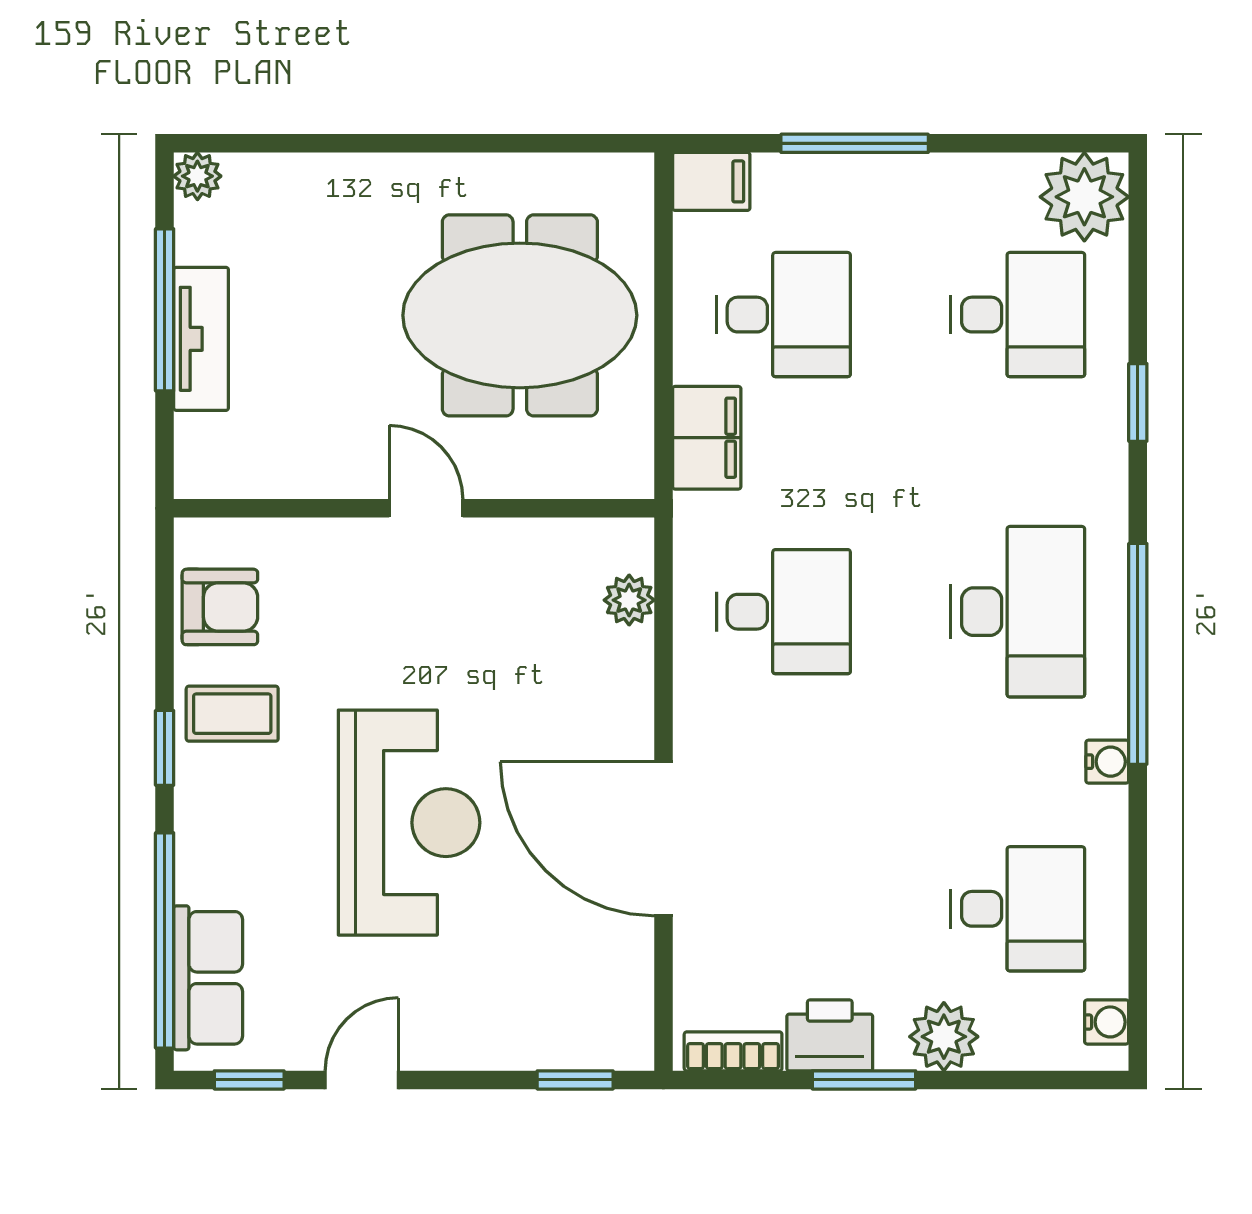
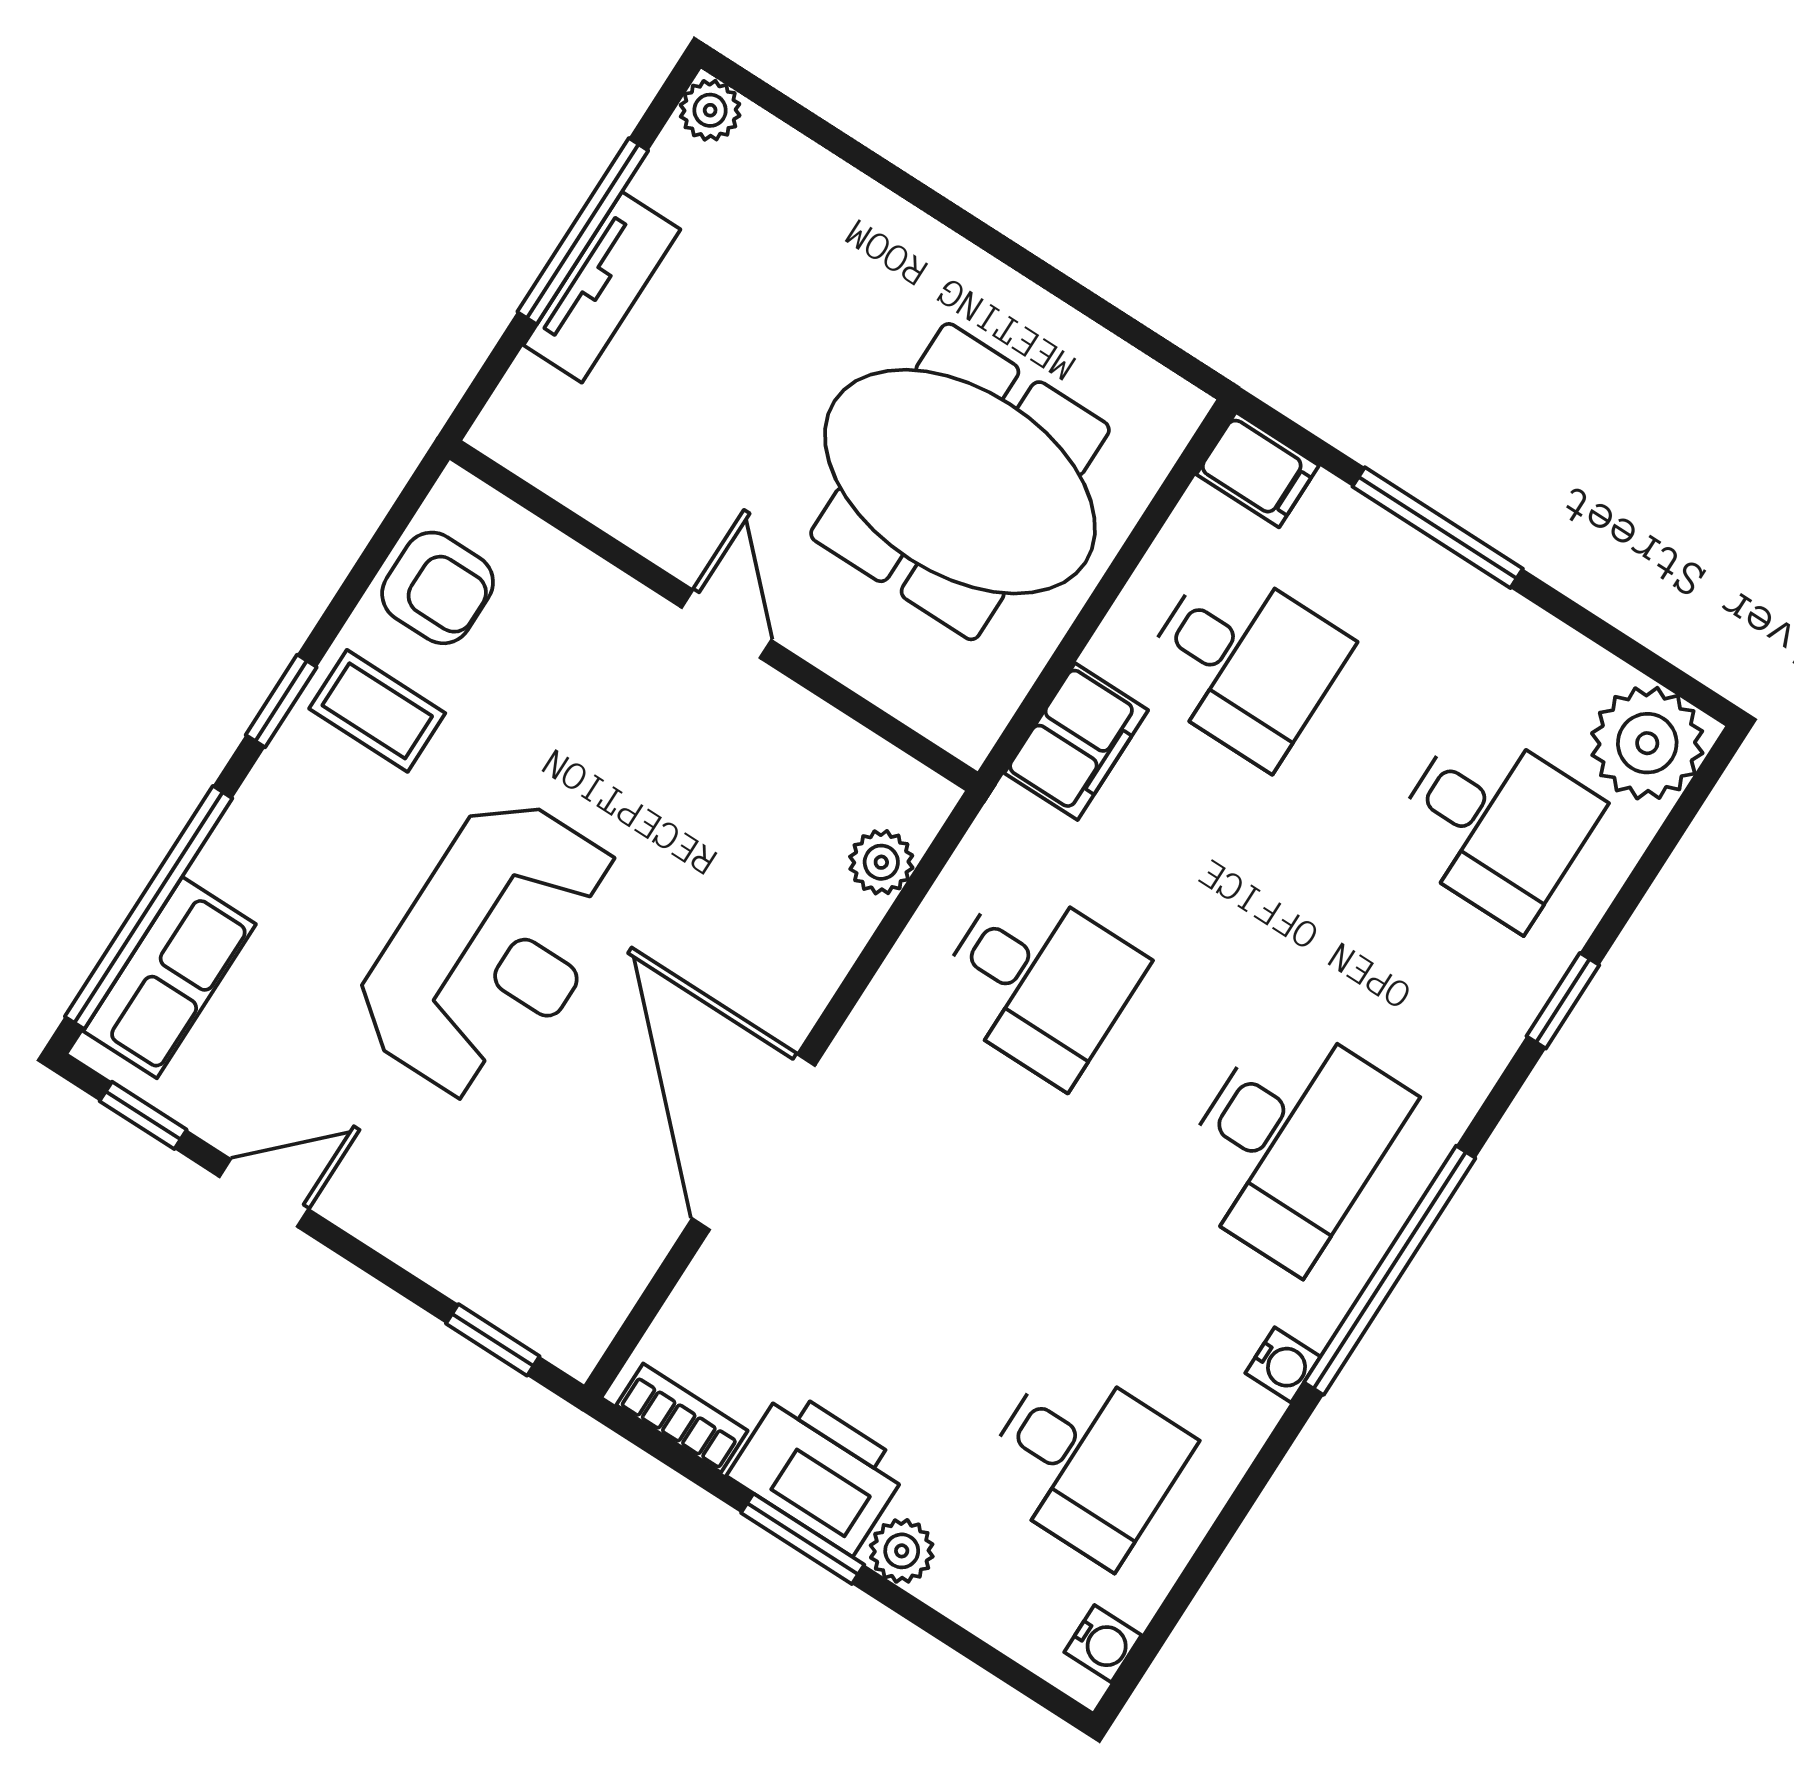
printer: (830, 1035) -> (819, 1471), width x1.37, depth x1.19
plant: (944, 1037) -> (902, 1551), width x0.73, depth x0.73

